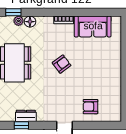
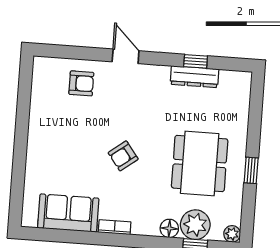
plant: (18, 21) -> (195, 225), width x1.88, depth x1.88
dresser: (26, 116) -> (194, 77), width x1.44

